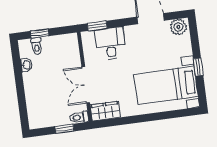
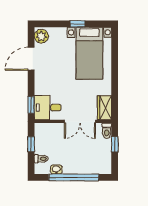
window: (40, 33) -> (31, 144), moved
desk: (111, 43) -> (48, 108), moved
window: (20, 86) -> (74, 177), added

